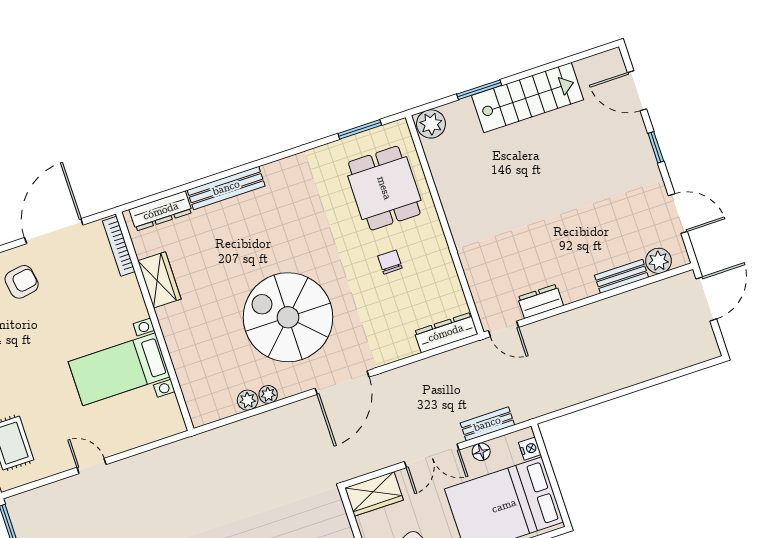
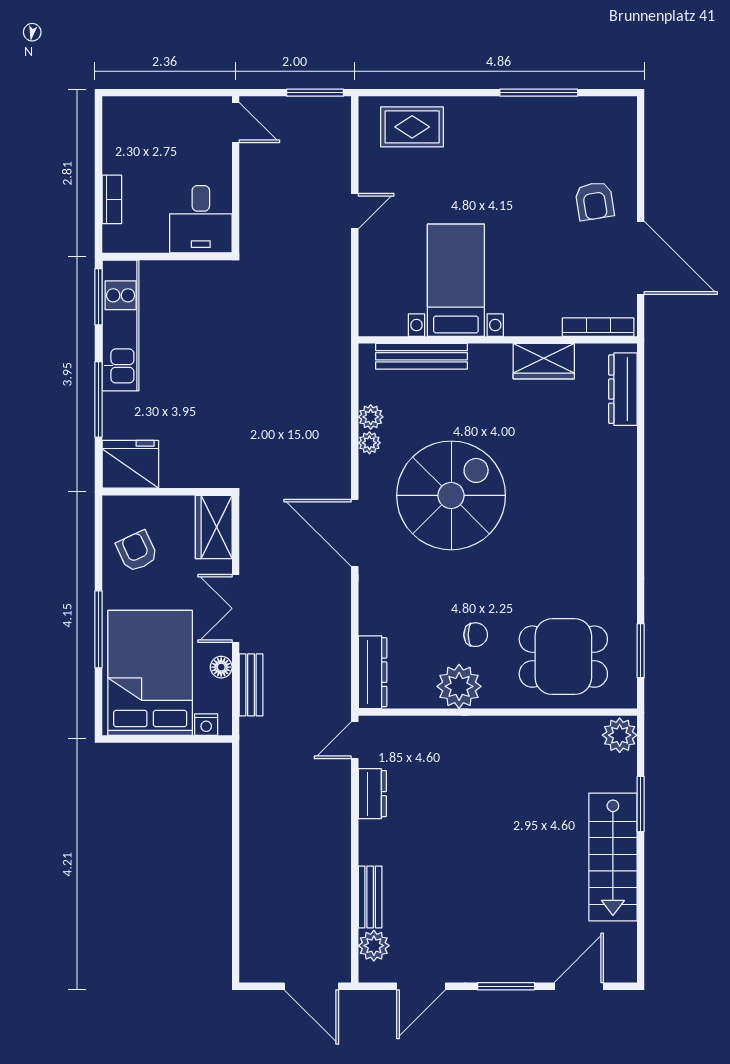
window: (656, 147) -> (506, 986), width x1.50
bench: (226, 188) -> (421, 356), moved, turned 90
plant: (435, 262) -> (459, 686), added

